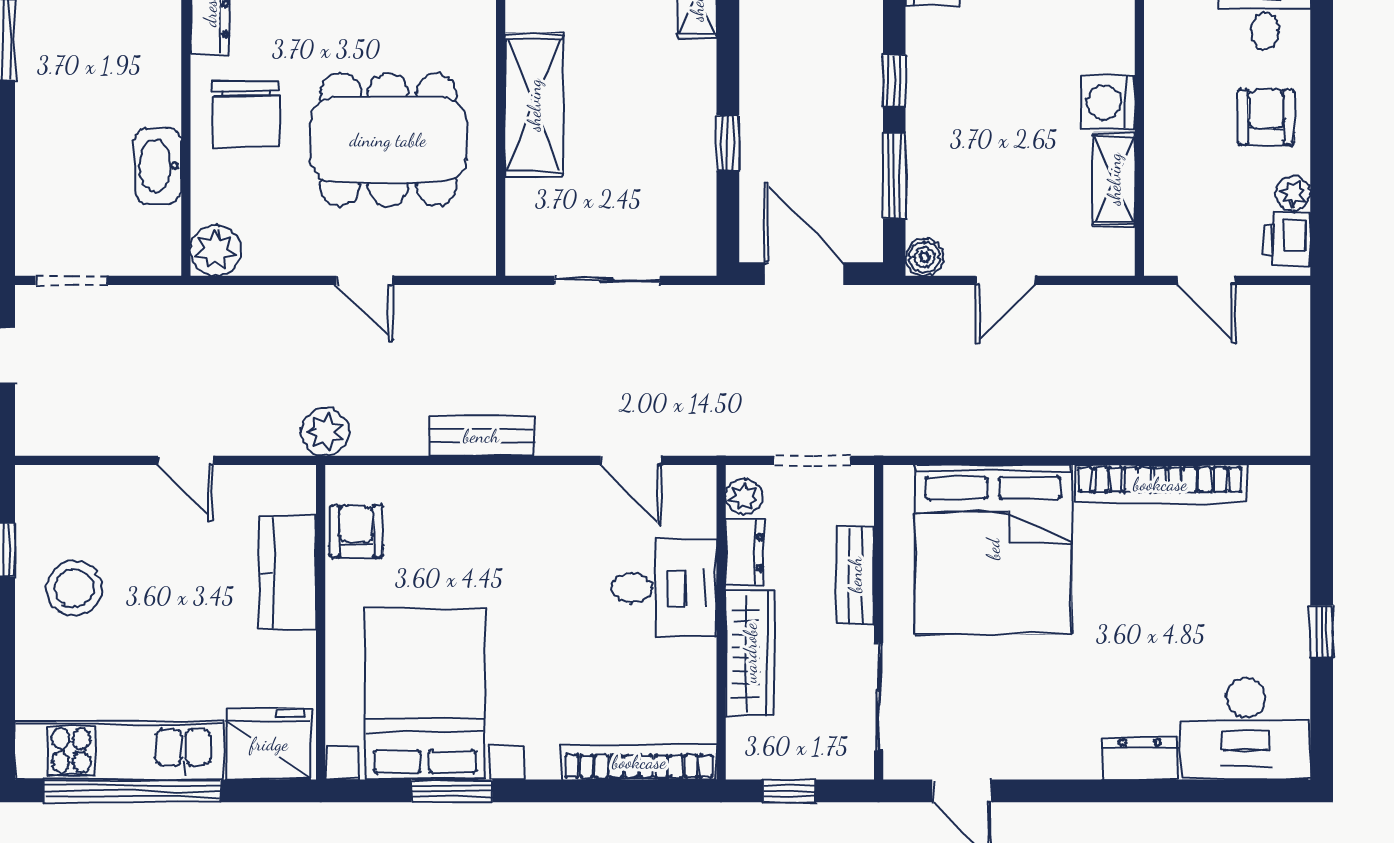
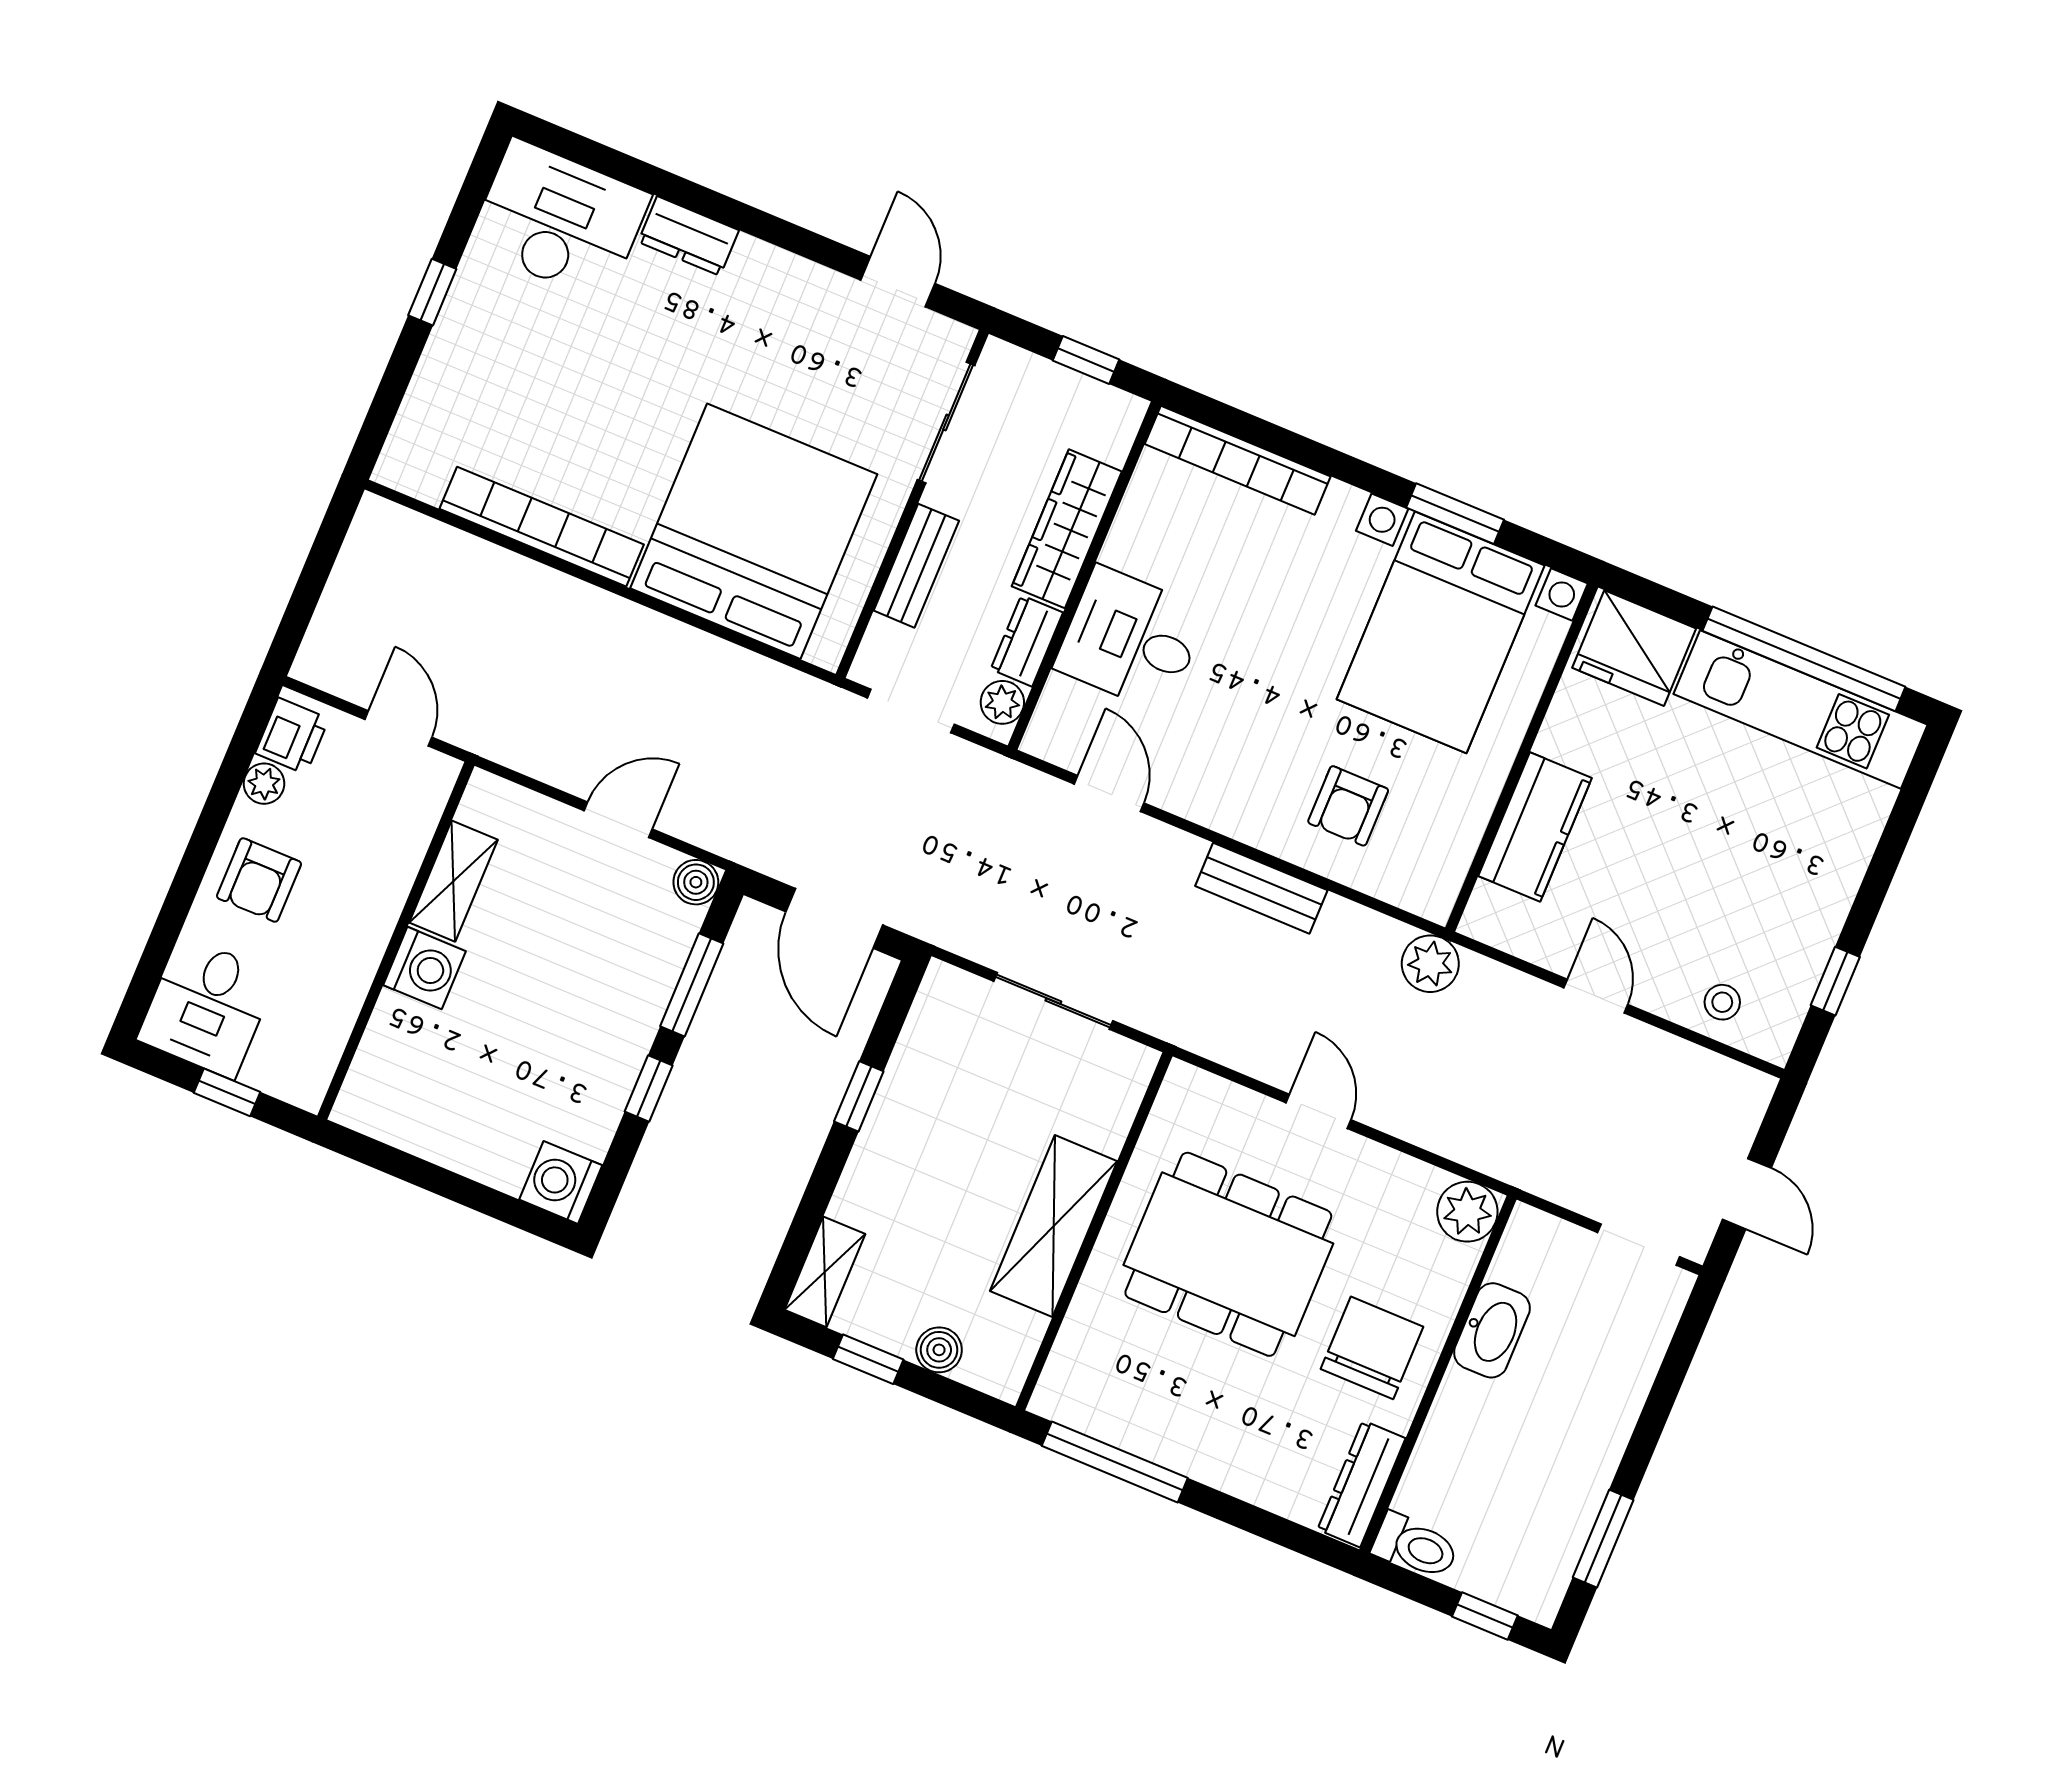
armchair: (356, 531) -> (1348, 806), moved
stool: (74, 588) -> (1722, 1002), moved, width x0.53, depth x0.53

